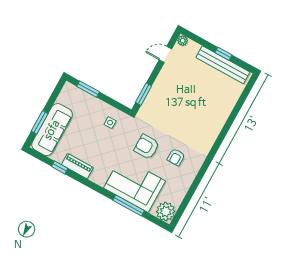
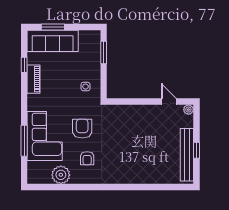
window: (144, 94) -> (125, 102), removed
armchair: (176, 157) -> (87, 158), turned -90
plant: (166, 211) -> (61, 175), moved

